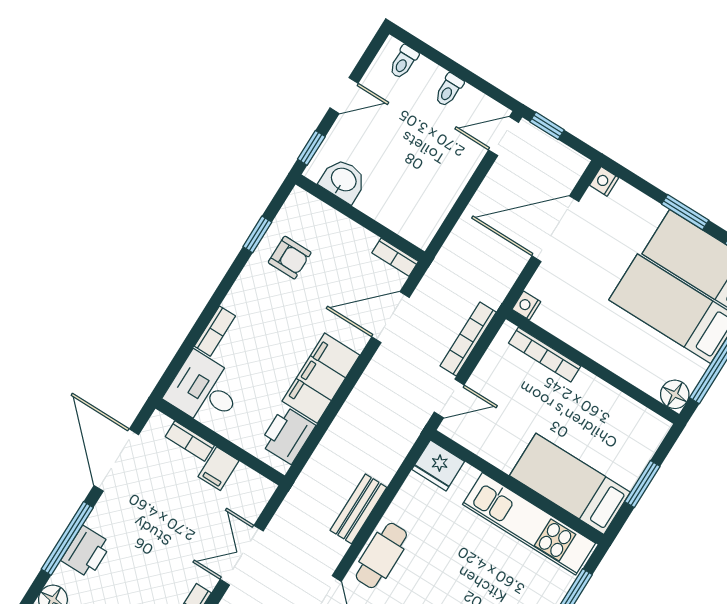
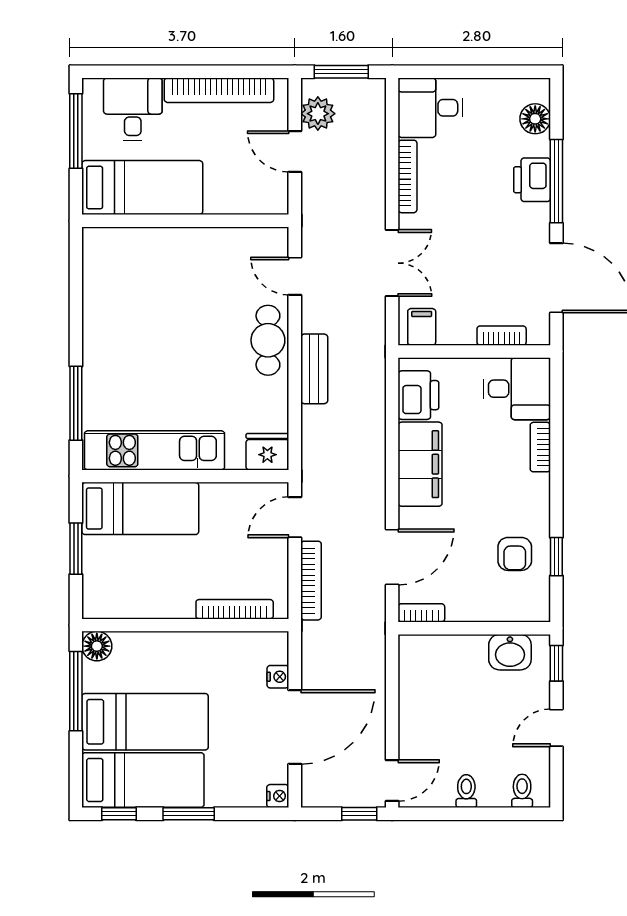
armchair: (290, 258) -> (515, 554), turned -90
nightstand: (526, 305) -> (278, 677), moved
filing cabinet: (218, 469) -> (422, 327), moved

